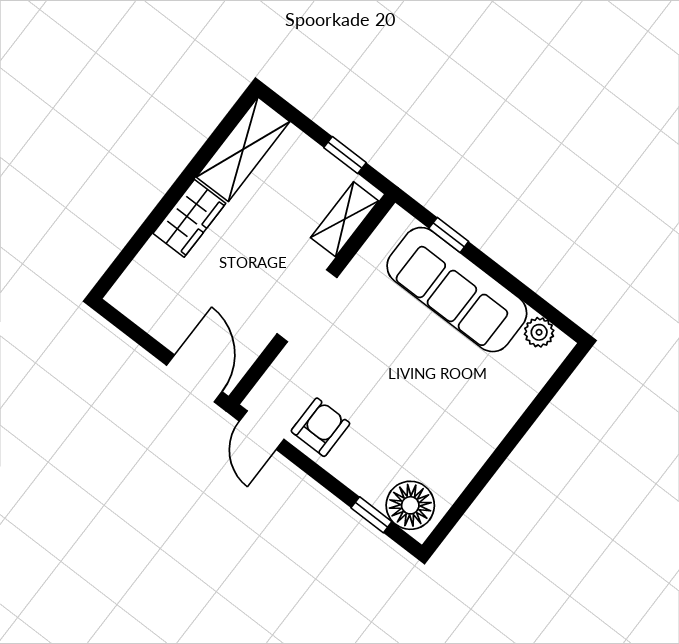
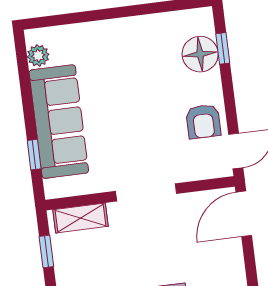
armchair: (320, 427) -> (203, 121), turned -90
floor lamp: (410, 505) -> (200, 54), moved

